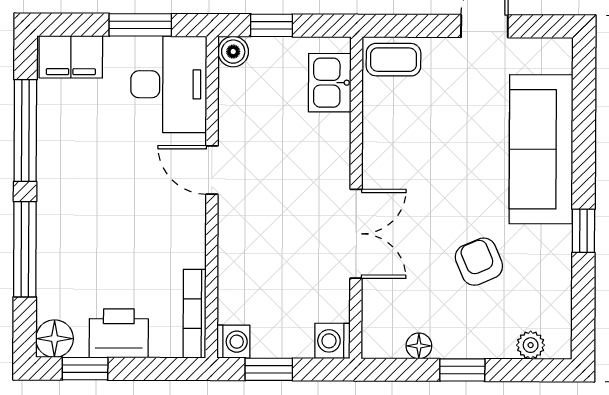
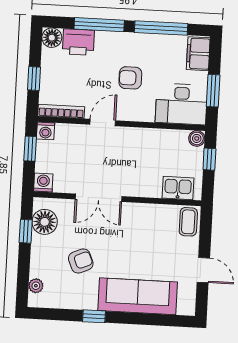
door: (212, 170) -> (103, 122), moved
armchair: (124, 184) -> (130, 78), added
printer: (119, 333) -> (78, 42), moved, turned 90
floor lamp: (419, 346) -> (45, 222), width x1.89, depth x1.89
window: (85, 369) -> (34, 78), moved
window: (462, 370) -> (26, 231), moved

